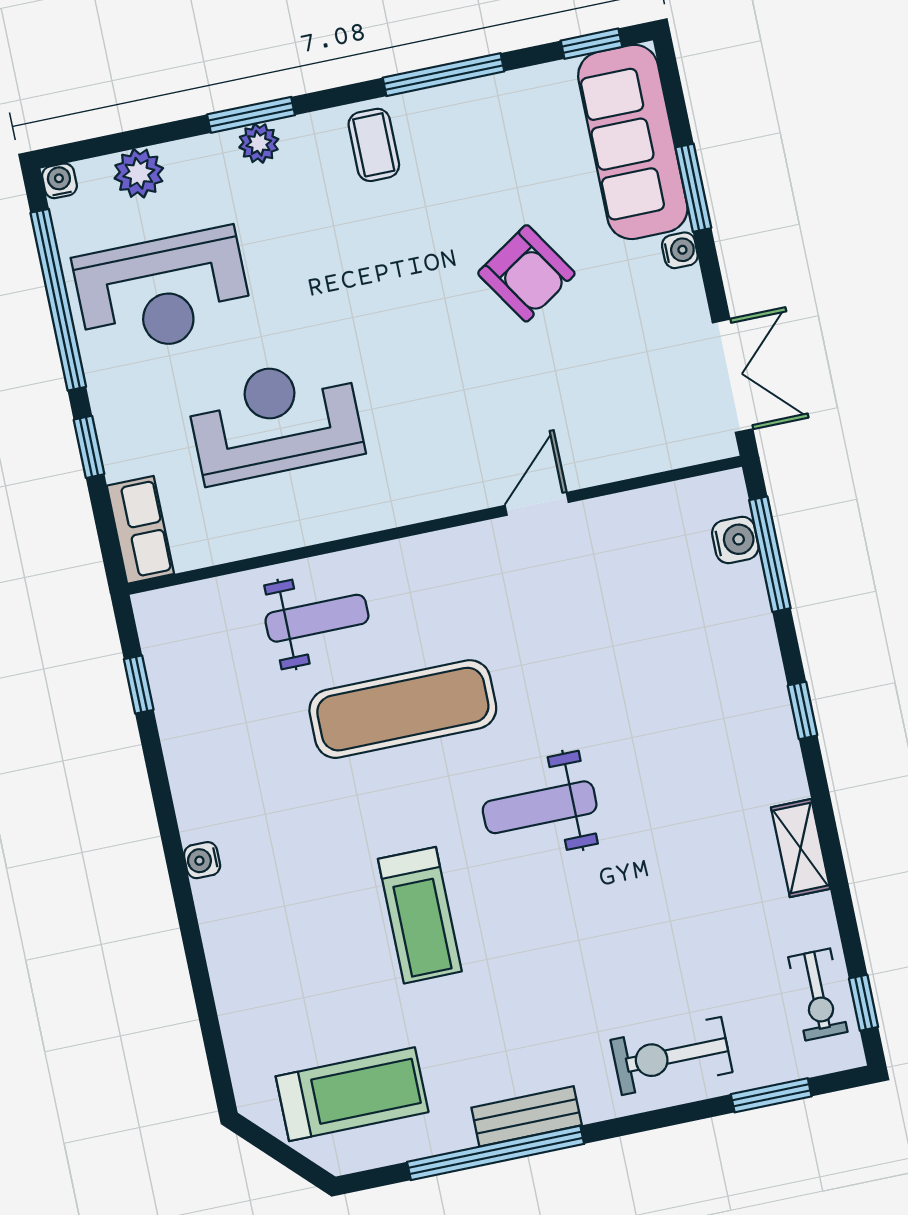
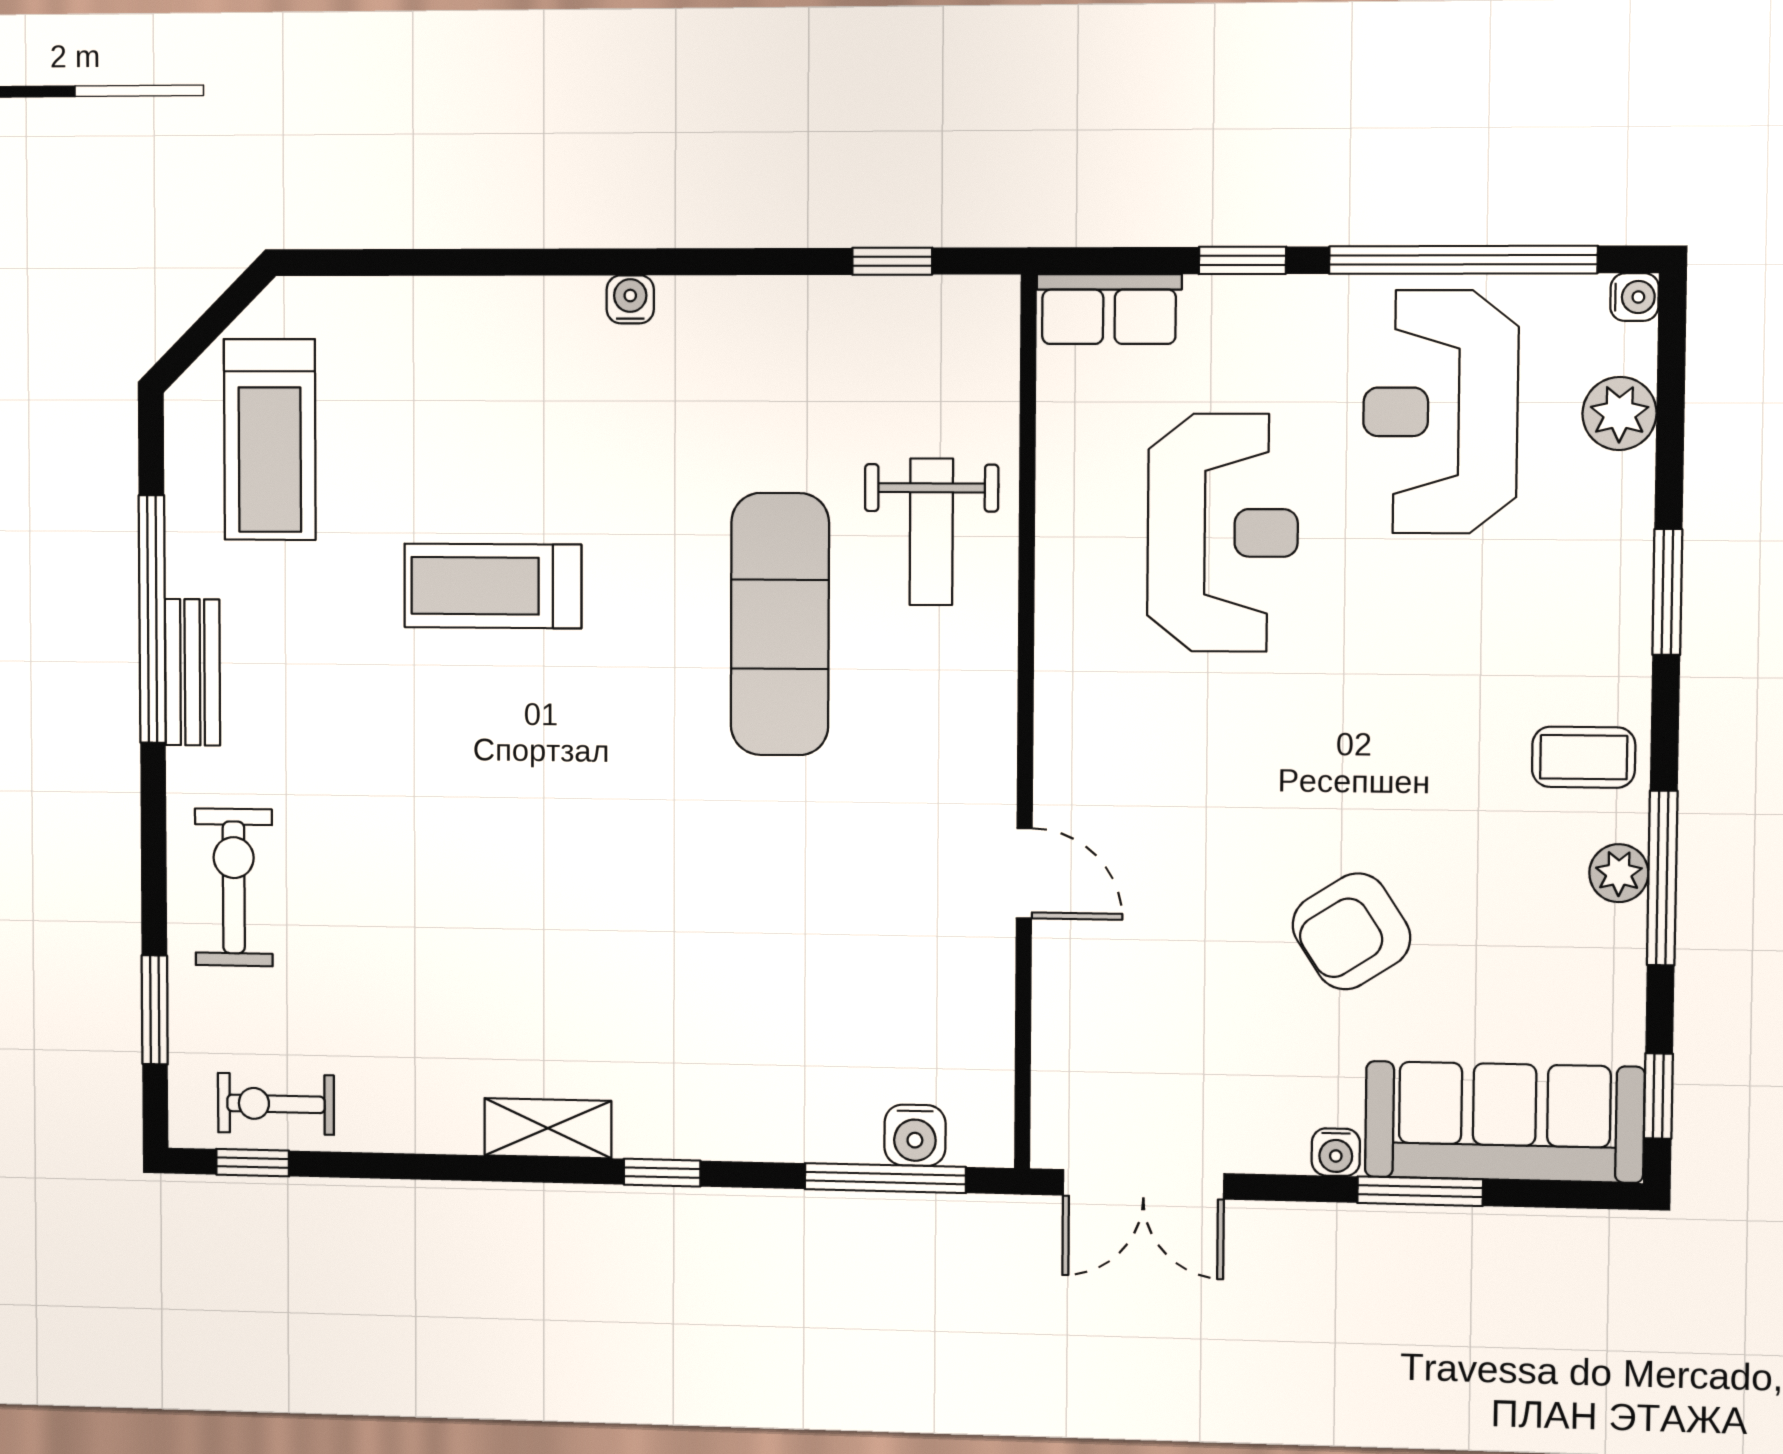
plant: (259, 143) -> (1619, 873), moved
weight bench: (540, 807) -> (606, 783), removed
shelving: (801, 848) -> (548, 1128), moved

